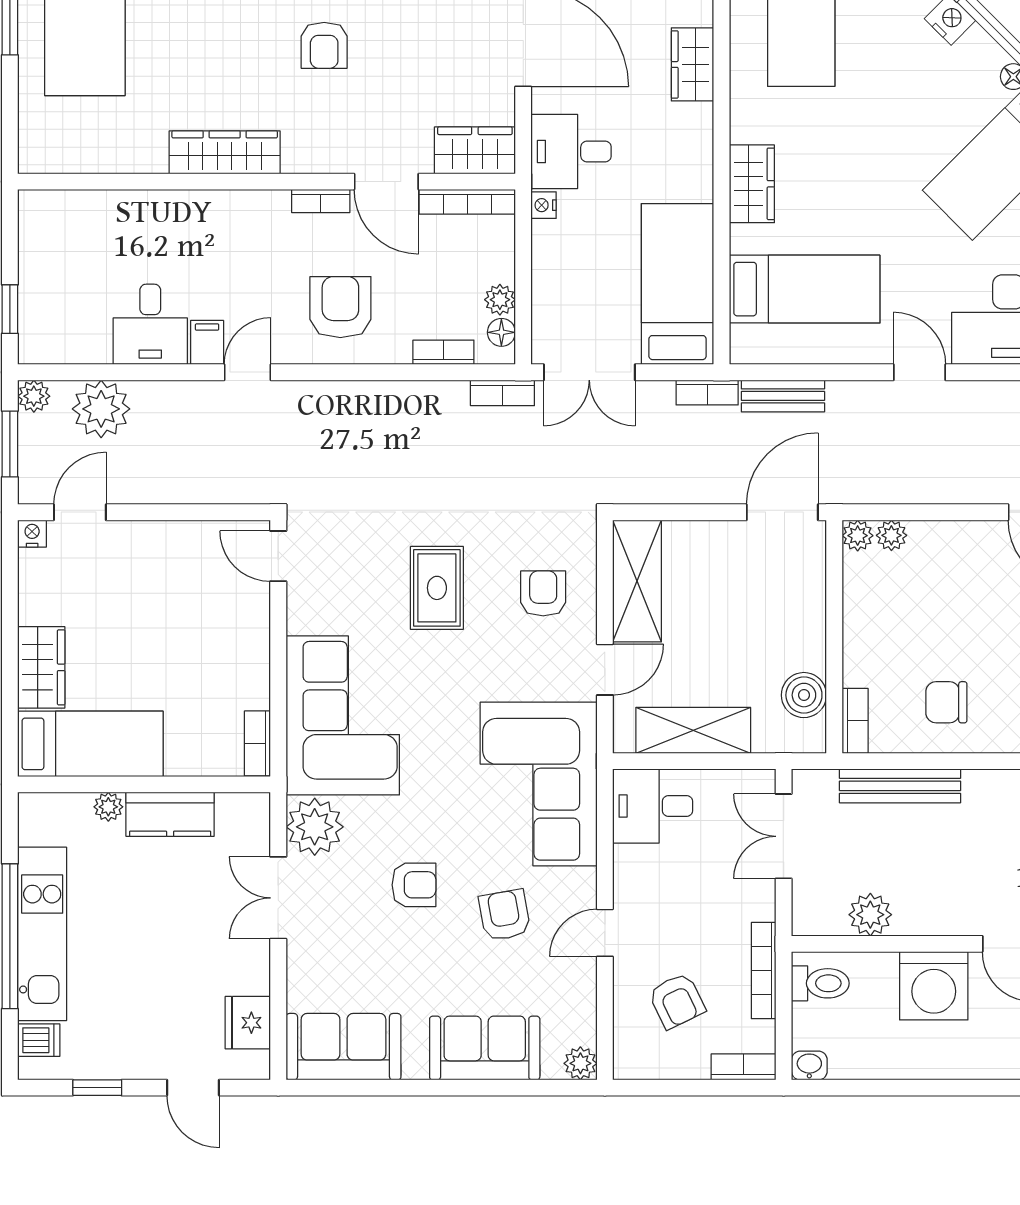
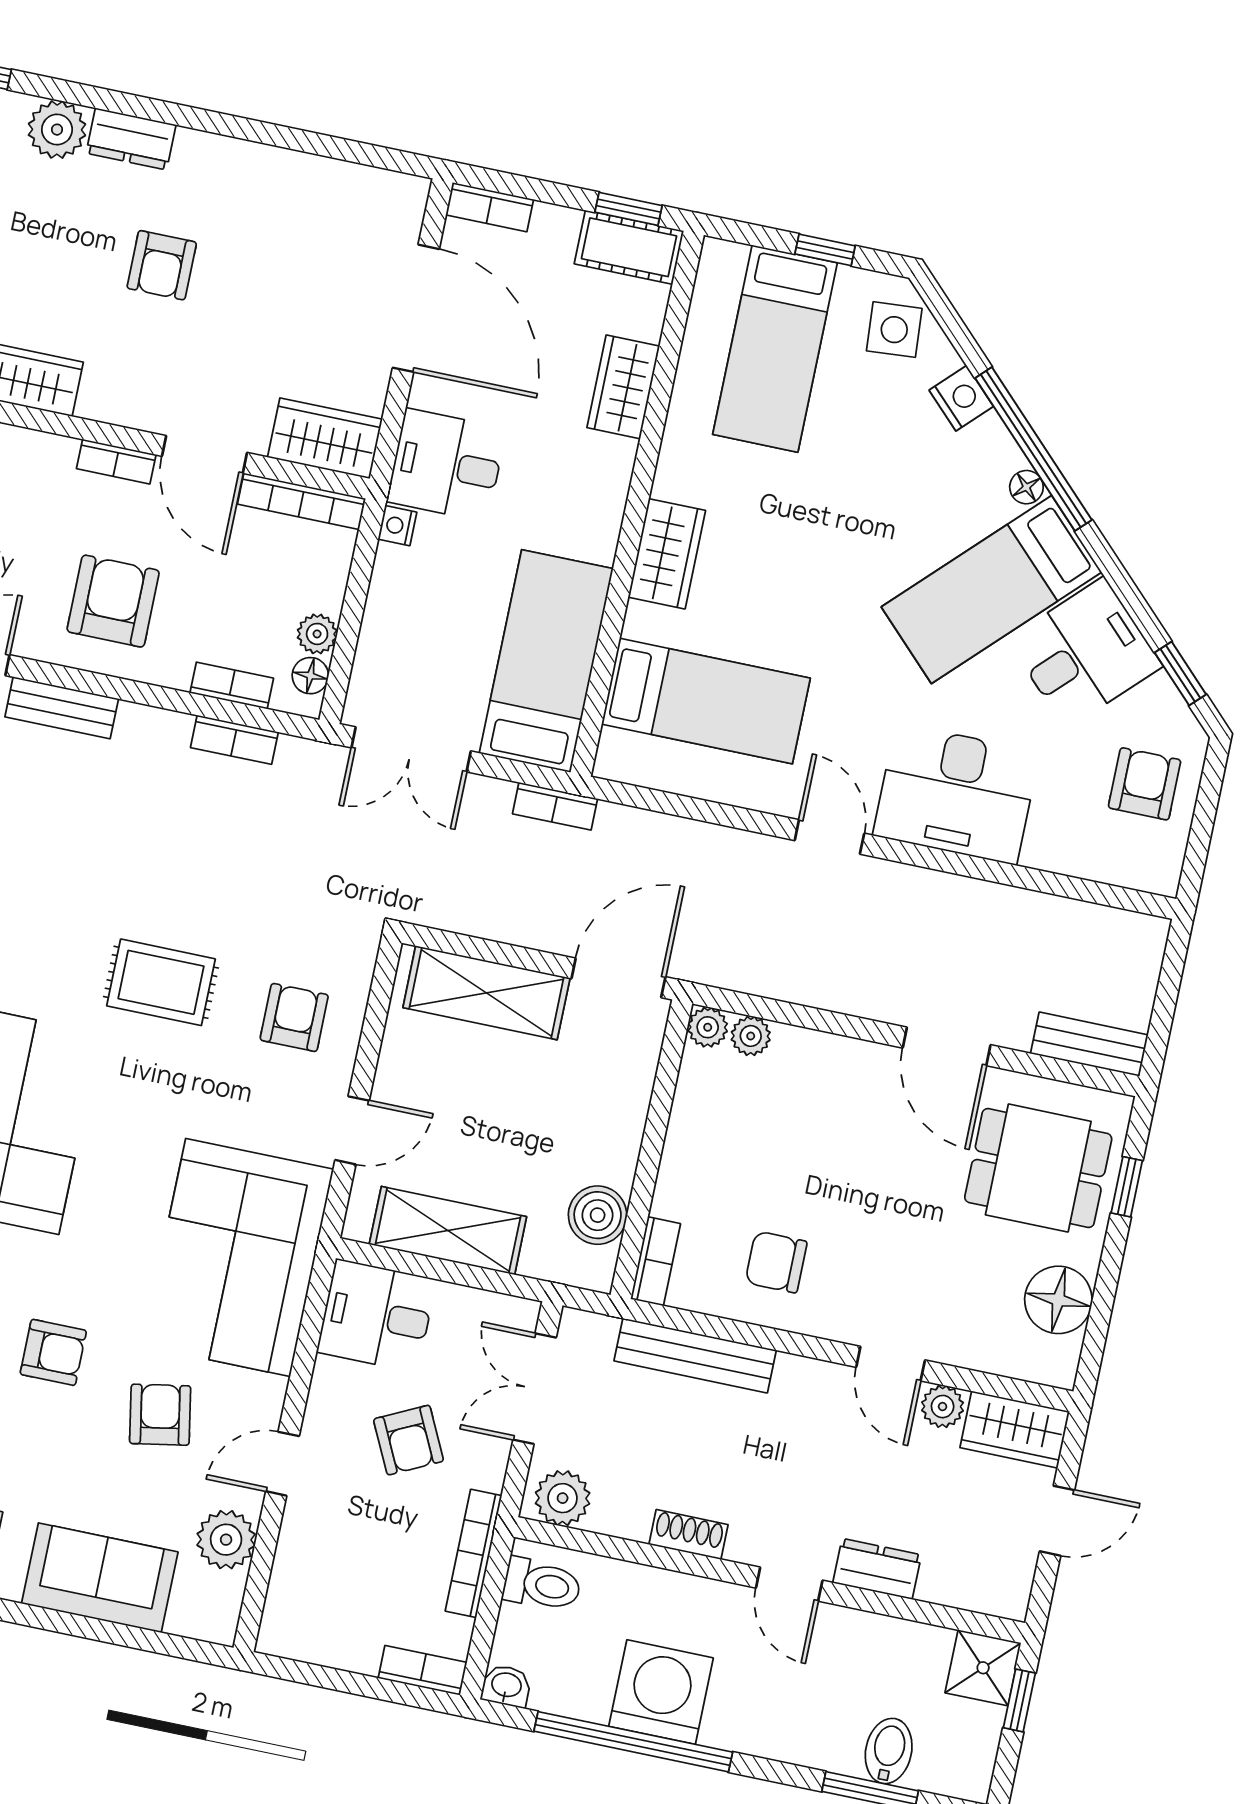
bookcase: (502, 393) -> (234, 740), moved
bench: (783, 396) -> (62, 708), moved
shelving: (637, 581) -> (486, 993), moved, turned 90
rug: (437, 588) -> (161, 982), turned 90
plant: (870, 915) -> (563, 1498), moved
shoe rack: (923, 922) -> (689, 1535), added
washing machine: (934, 986) -> (661, 1692), moved, turned 180
armchair: (677, 1001) -> (409, 1440), moved
plant: (580, 1063) -> (226, 1540), moved, width x1.38, depth x1.38
window: (914, 1088) -> (633, 1742), added

